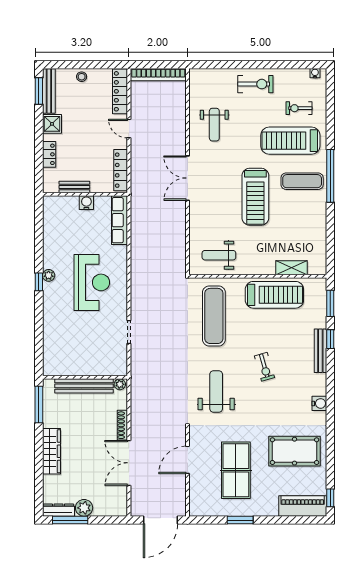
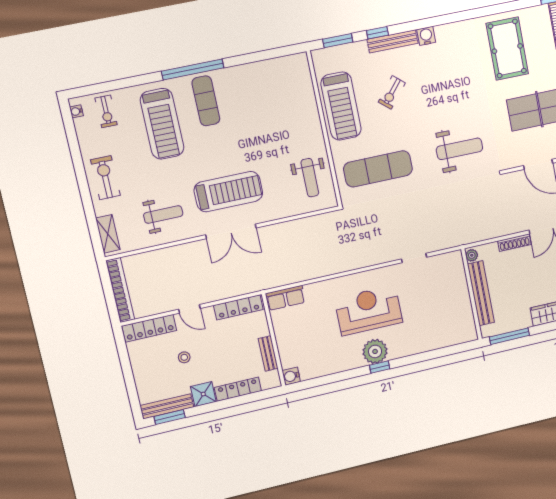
stool: (82, 77) -> (184, 357), moved
exercise bike: (299, 108) -> (106, 111), moved
door: (129, 129) -> (189, 309), hinge flipped
locker: (49, 154) -> (238, 389), width x1.53
treadmill: (255, 197) -> (228, 192), moved
water cooler: (86, 203) -> (291, 376), moved
row of seats: (120, 220) -> (285, 298), width x0.68
shelving: (292, 268) -> (108, 234), moved
plant: (49, 275) -> (375, 351), width x1.87, depth x1.87
treadmill: (274, 295) -> (341, 106), turned 180
exercise bike: (264, 367) -> (392, 92), moved, turned 146
weight bench: (216, 392) -> (460, 149), turned 180
water cooler: (319, 403) -> (426, 36), moved

